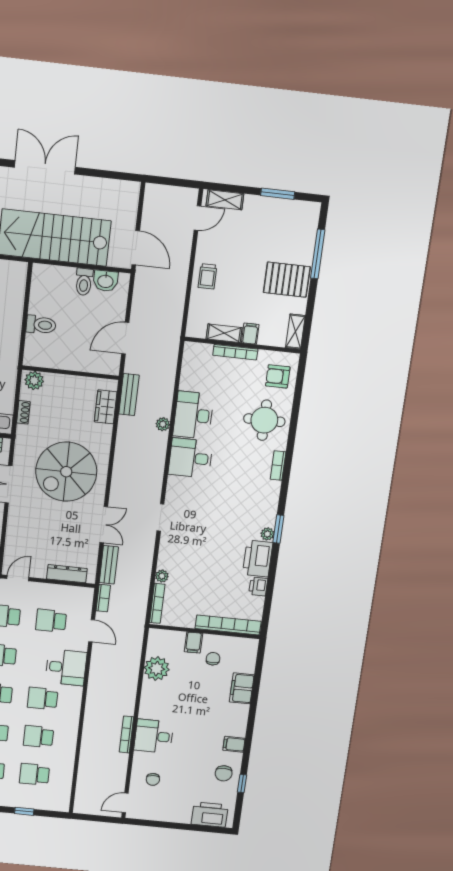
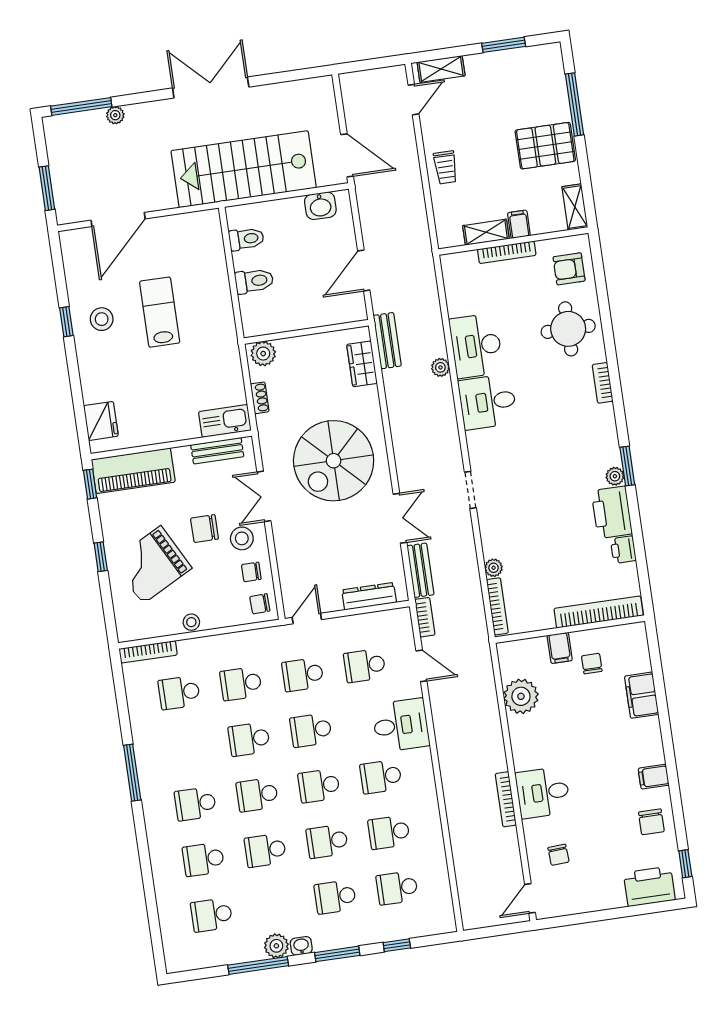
toilet: (84, 282) -> (246, 239), moved, turned -90
window: (242, 784) -> (685, 864), moved

